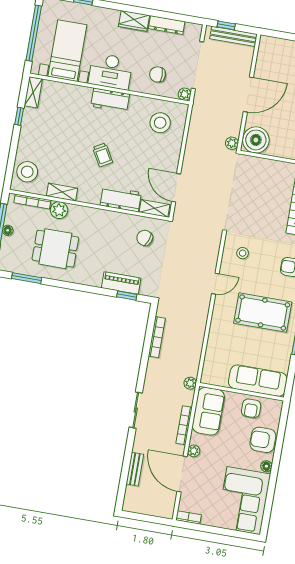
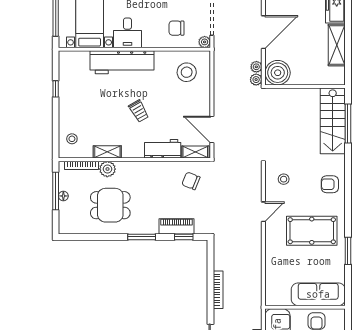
desk: (111, 71) -> (127, 33), width x0.73
shelving: (33, 92) -> (65, 65), removed
workbench: (110, 100) -> (122, 62), width x1.87, depth x1.32
stool: (27, 172) -> (72, 139), width x0.53, depth x0.53
window: (27, 278) -> (142, 237), moved
bookcase: (157, 337) -> (218, 290), moved
plant: (190, 383) -> (256, 67), moved

